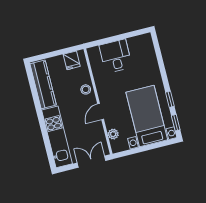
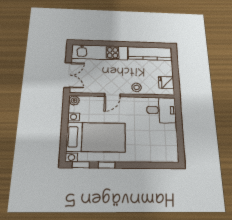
desk: (116, 56) -> (161, 110), moved
door: (101, 112) -> (112, 95), swing flipped
plant: (113, 134) -> (74, 100), moved

